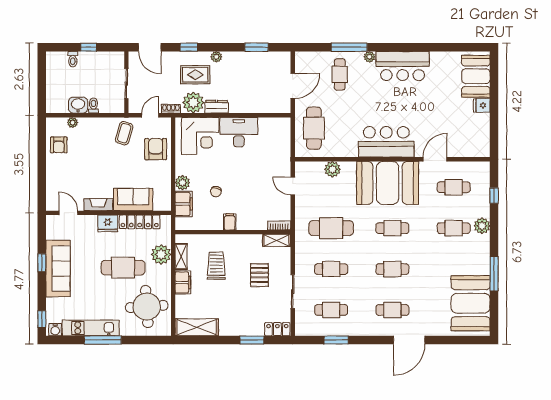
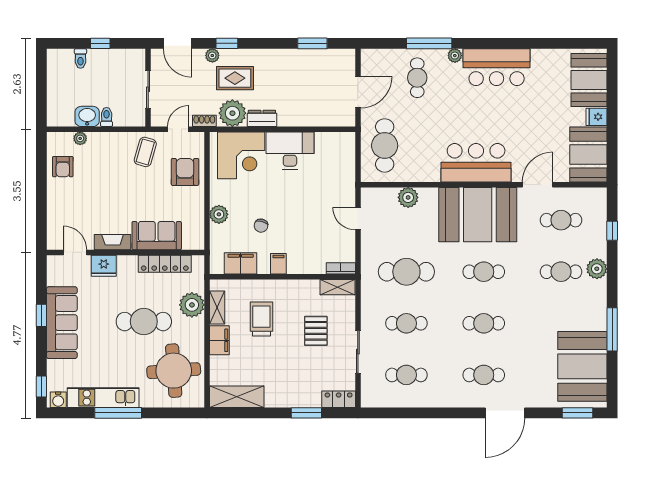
plant: (216, 57) -> (212, 55), moved
booth: (475, 135) -> (588, 155), added
filing cabinet: (184, 204) -> (241, 263), moved, turned -90
fridge: (108, 223) -> (104, 266), moved
window: (336, 340) -> (577, 413), moved

